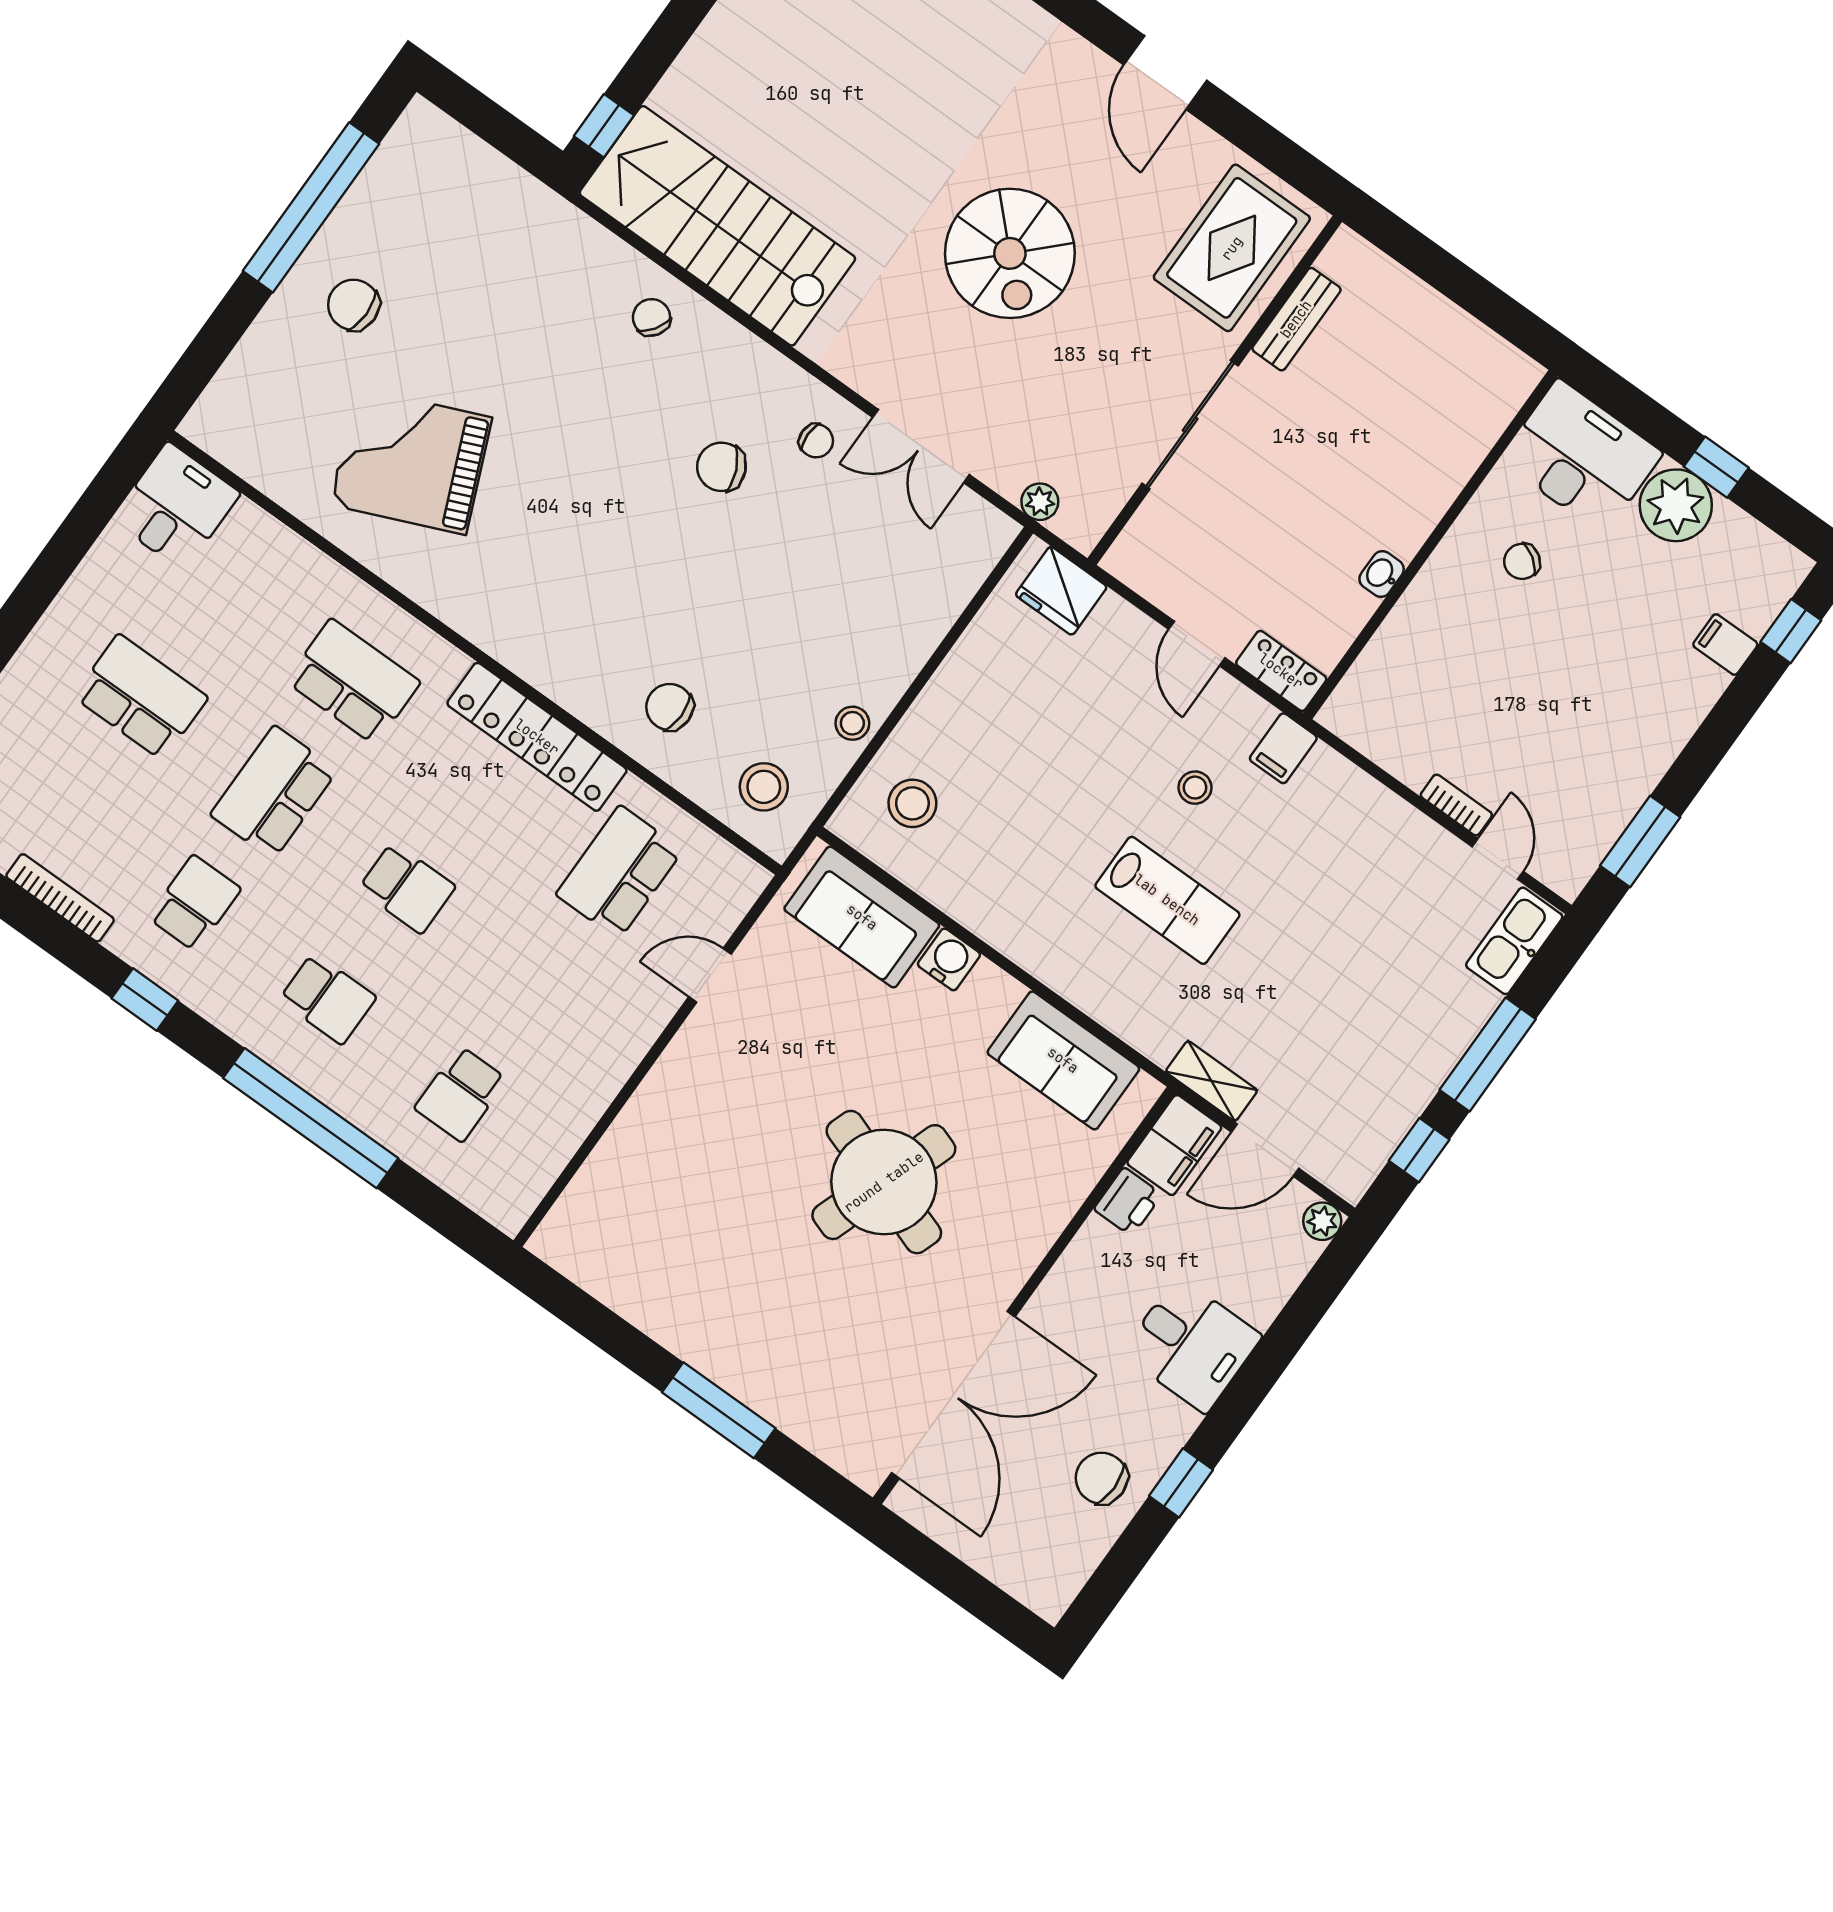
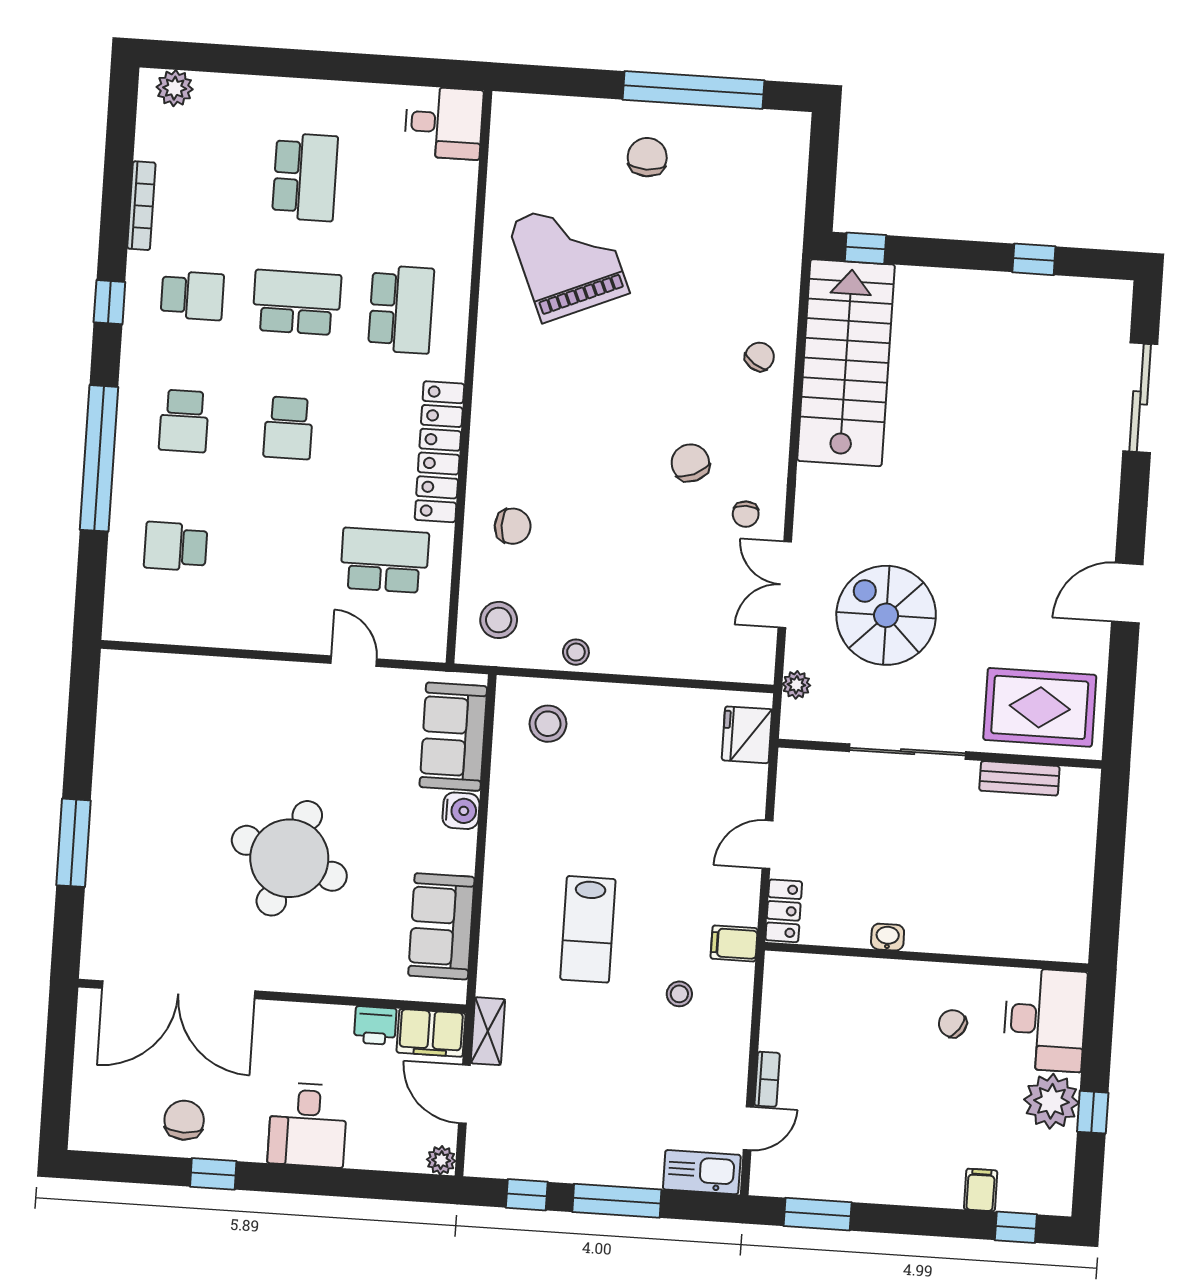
spiral stairs: (1010, 253) -> (886, 615), moved, turned 90
chair: (670, 707) -> (513, 526), turned 90
stool: (1195, 788) -> (679, 994), moved

